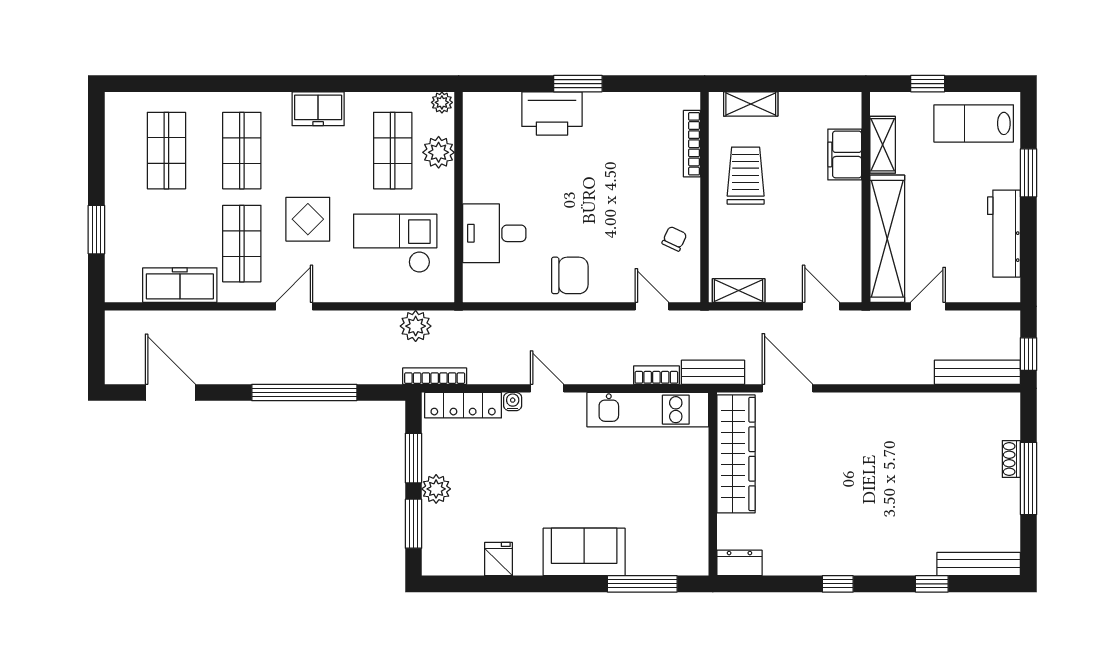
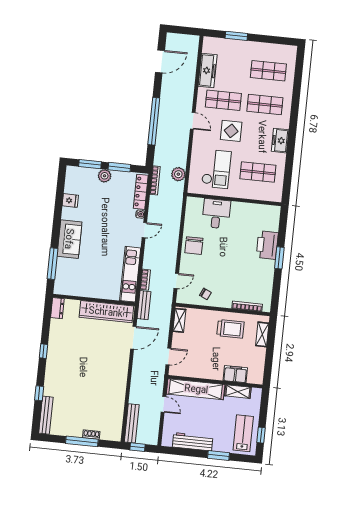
window: (928, 84) -> (261, 435), moved
plant: (442, 102) -> (277, 196), removed
plant: (439, 152) -> (255, 192), removed

